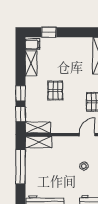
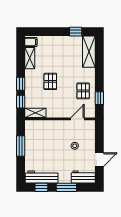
window: (49, 32) -> (76, 32), moved
shelving: (39, 142) -> (36, 125), removed
window: (20, 166) -> (21, 146), width x0.69

